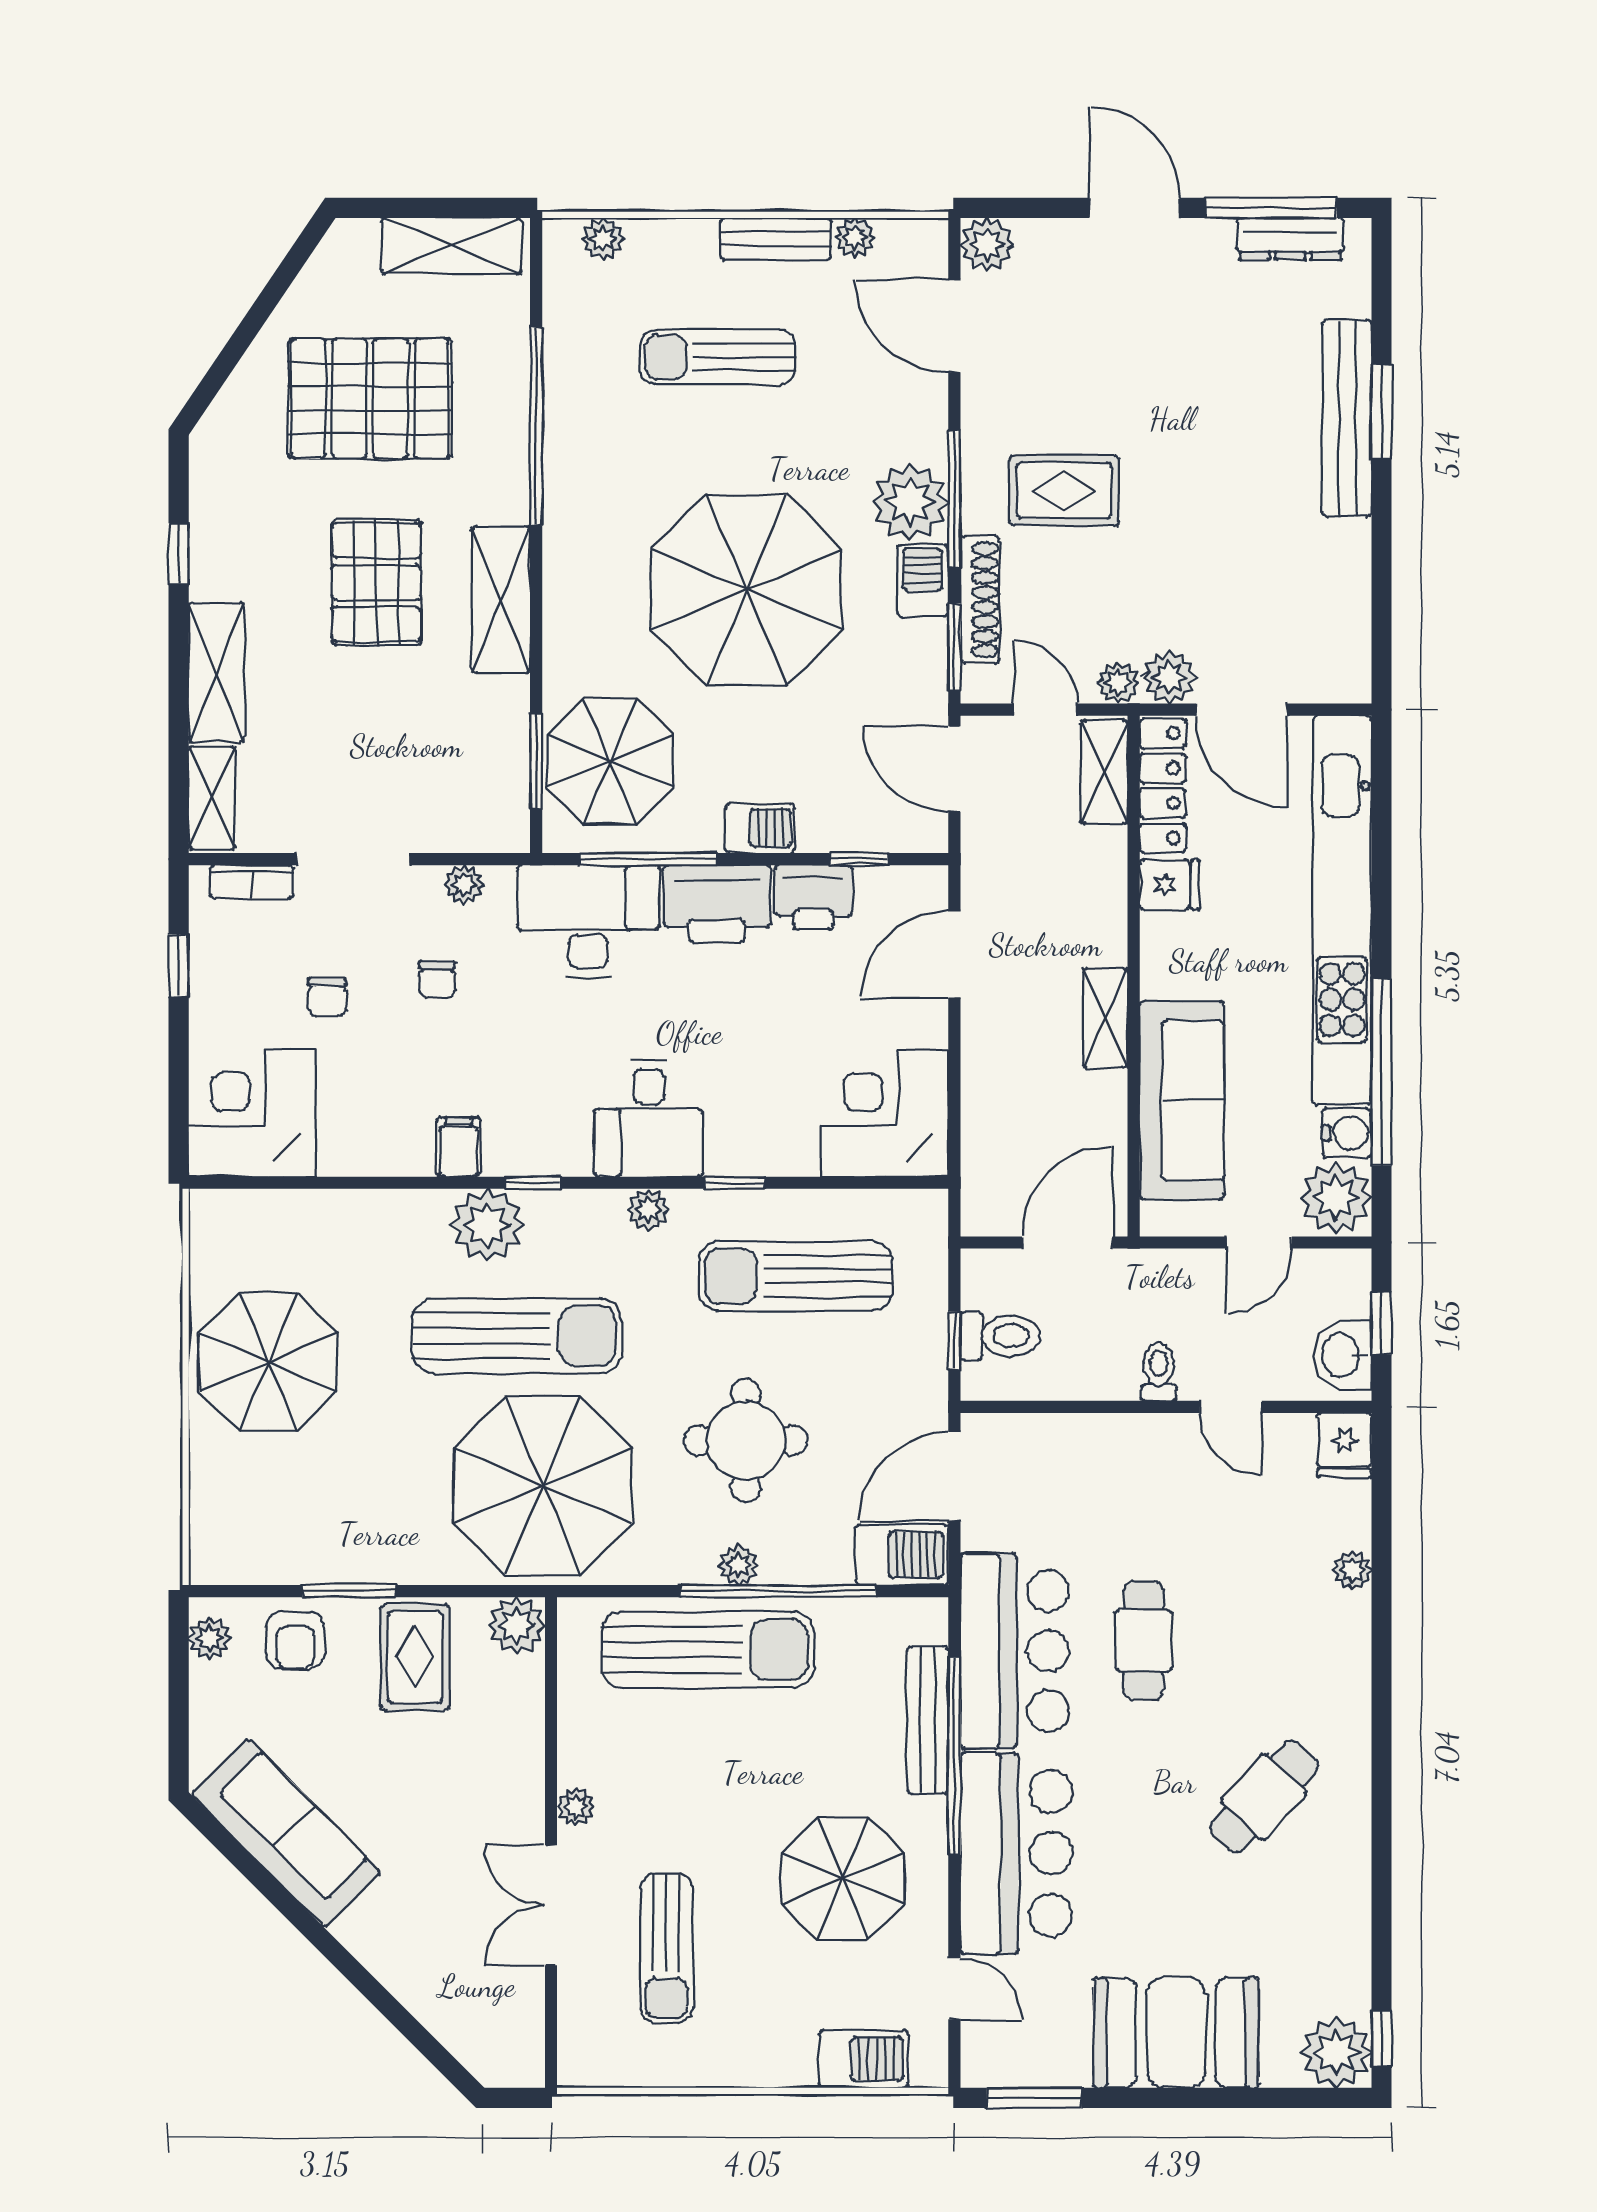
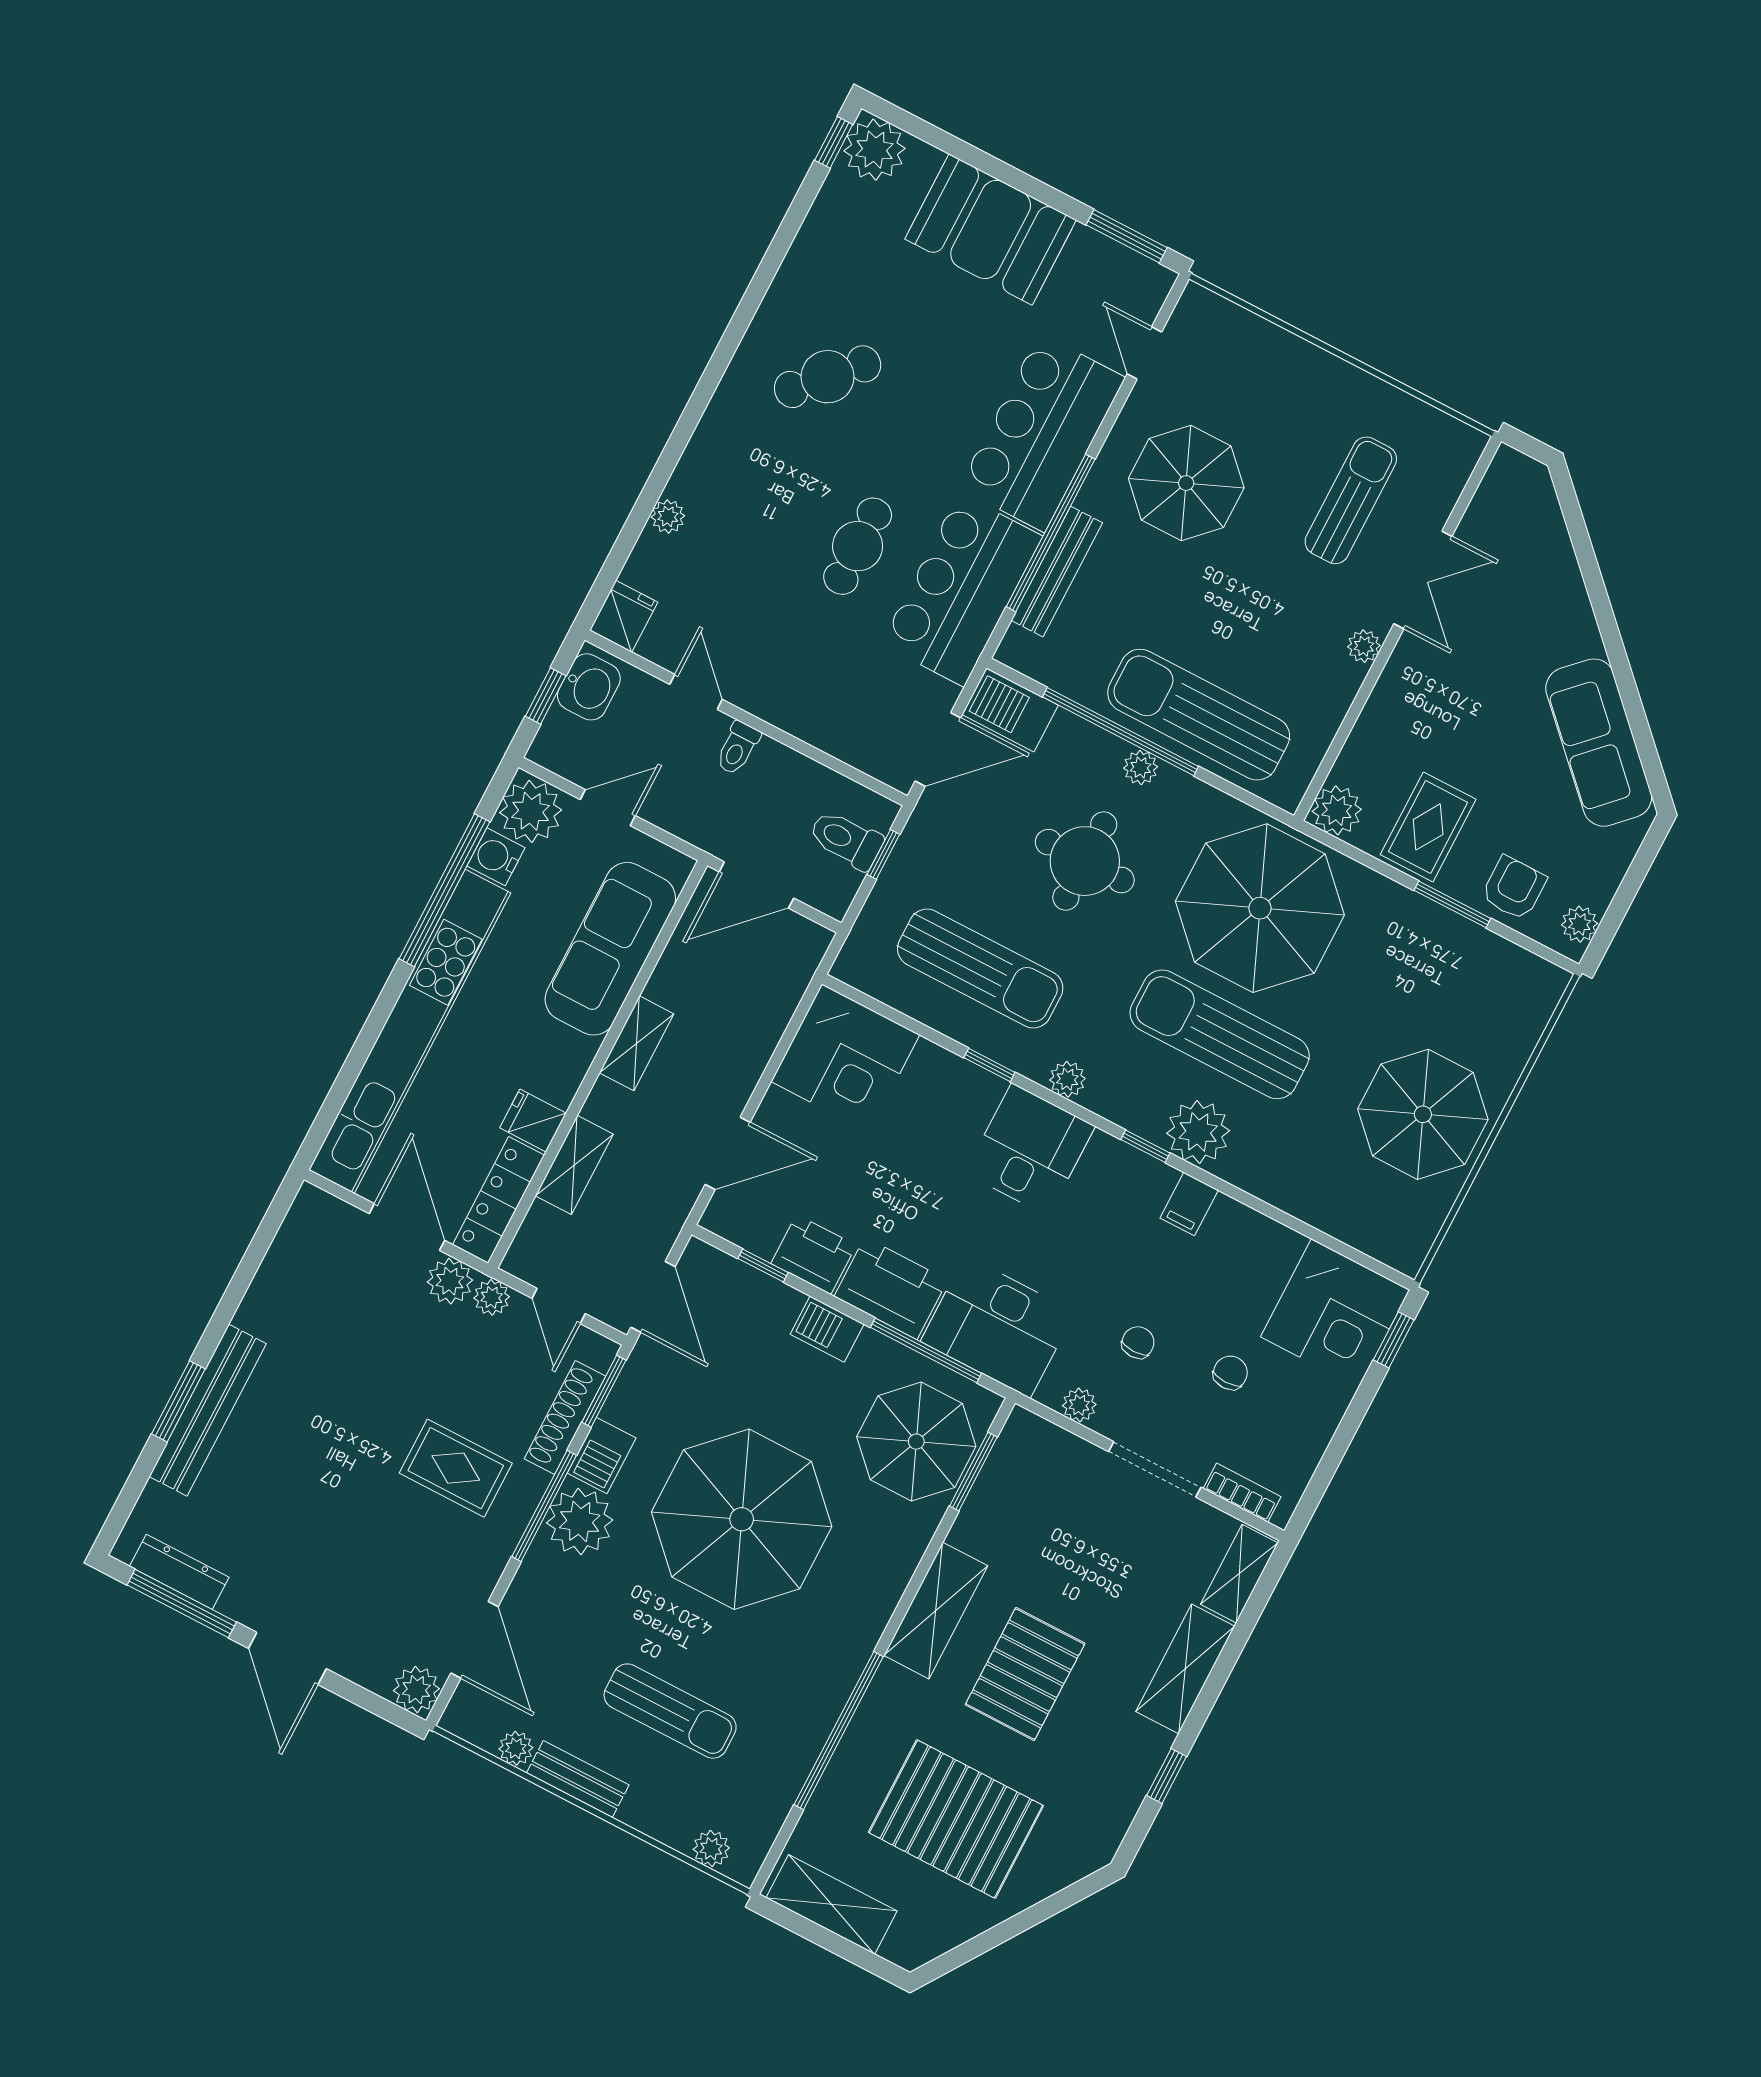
shelving: (1104, 772) -> (574, 1165), moved
window: (179, 966) -> (1394, 1340), moved
barbecue: (863, 2059) -> (1243, 335), removed

